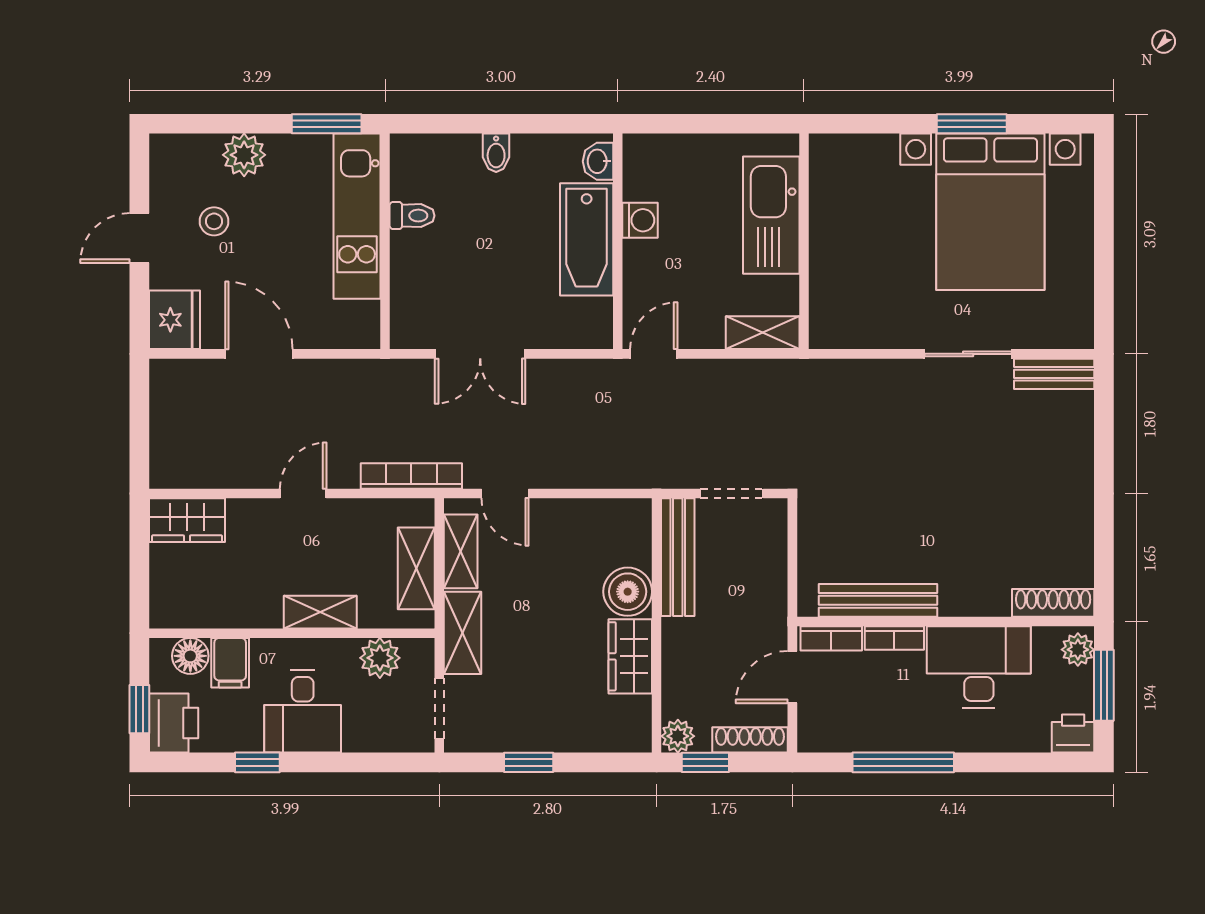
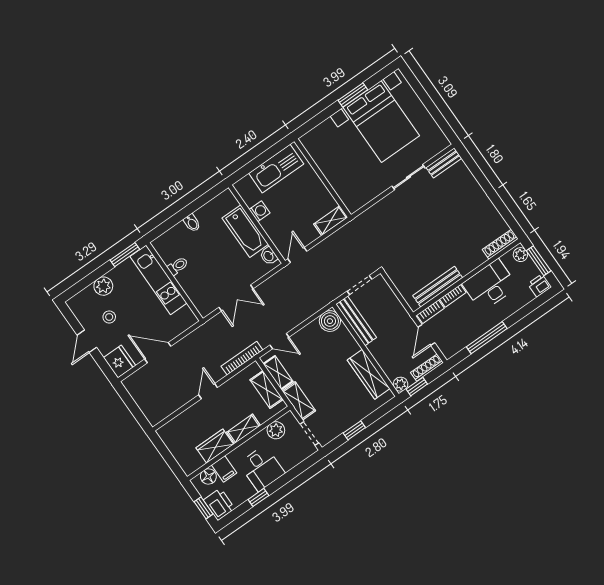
washbasin: (598, 161) -> (269, 256), moved
kitchen sink: (771, 215) -> (276, 169), moved, turned -90
wardrobe: (187, 520) -> (215, 446), moved, turned 180
boiler: (628, 592) -> (330, 321), moved
wardrobe: (630, 656) -> (369, 374), width x1.50

